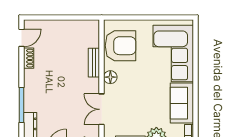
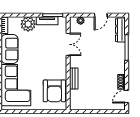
armchair: (121, 46) -> (54, 91), turned -90
floor lamp: (110, 77) -> (62, 68), removed

